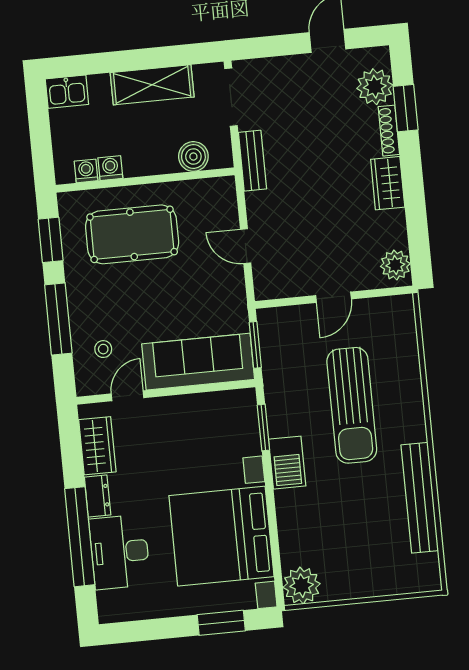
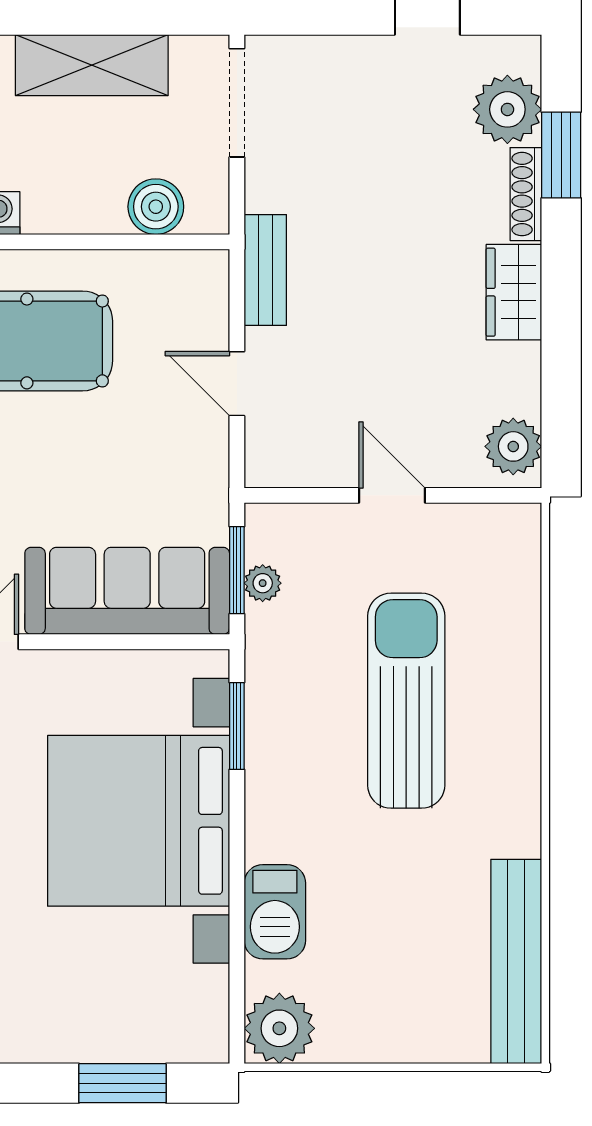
bench: (252, 161) -> (265, 270), moved
door: (334, 297) -> (392, 495), swing flipped
plant: (270, 350) -> (263, 583), added
sun lounger: (352, 405) -> (406, 701), turned 180
barbecue: (287, 463) -> (275, 912), moved
bench: (420, 498) -> (516, 961), moved
bed with nightstands: (221, 536) -> (139, 821), moved

